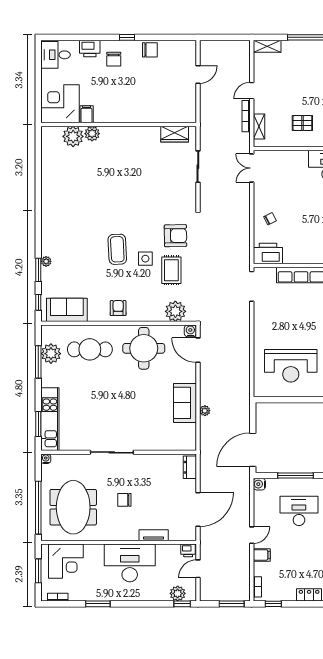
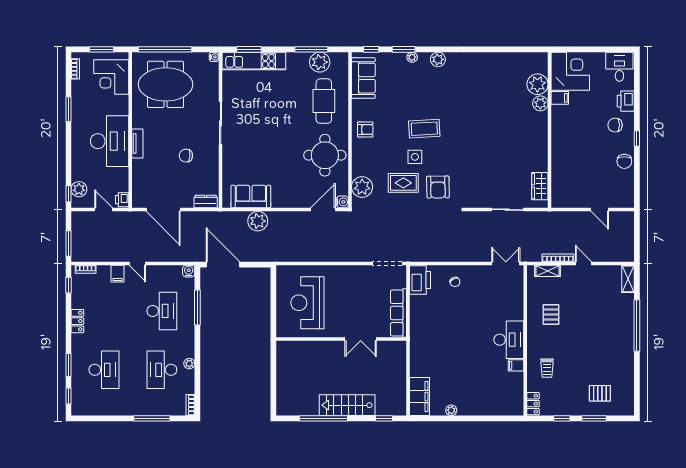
plant: (48, 236) -> (438, 59), added
sofa: (185, 403) -> (251, 197), moved
plant: (205, 411) -> (258, 221), width x1.88, depth x1.88
chair: (124, 500) -> (186, 156), moved, turned -86
tv unit: (154, 535) -> (137, 144), moved

